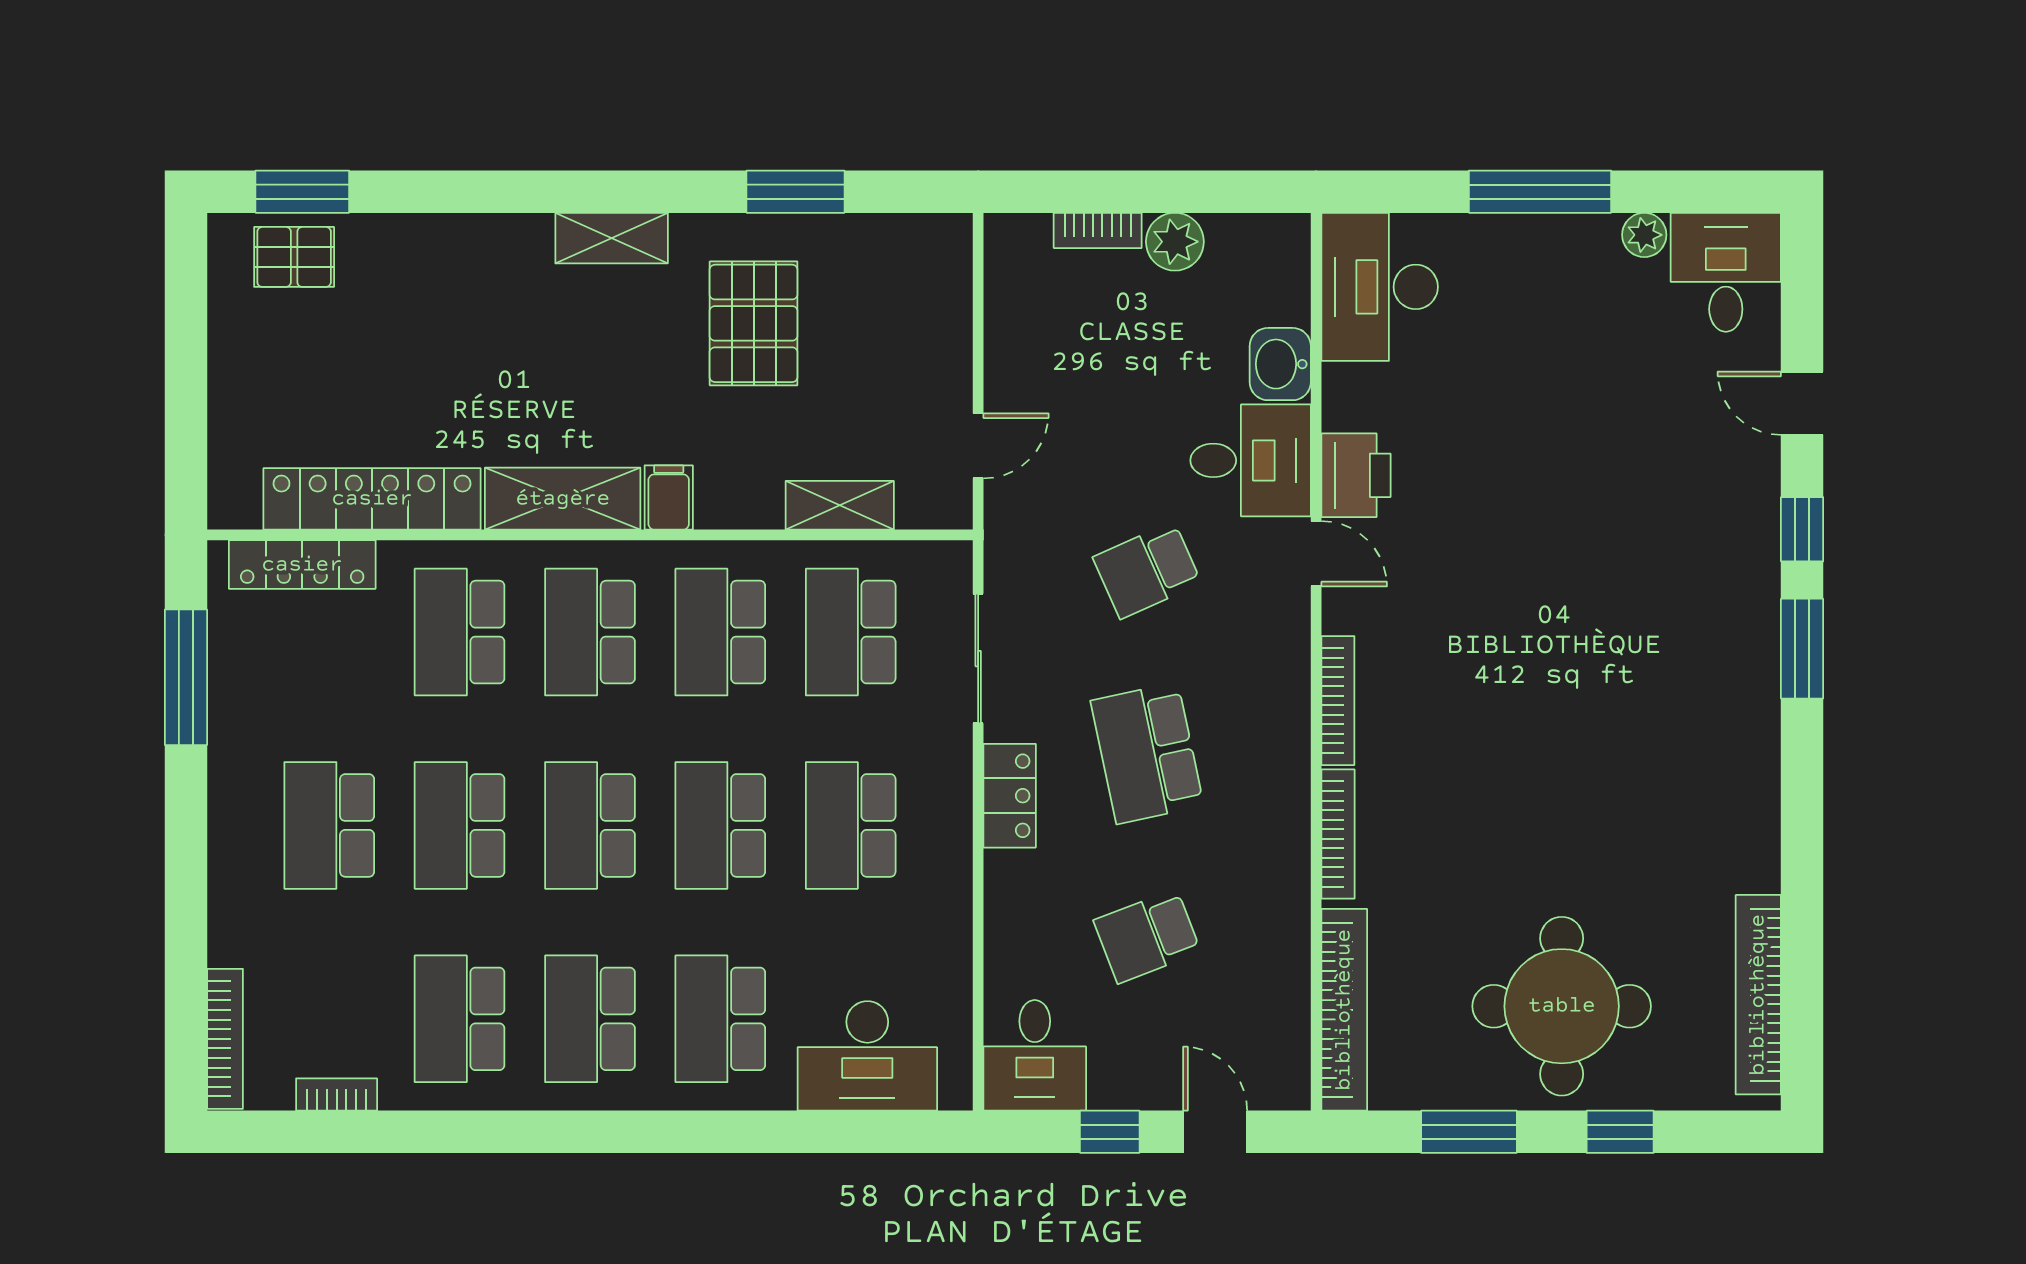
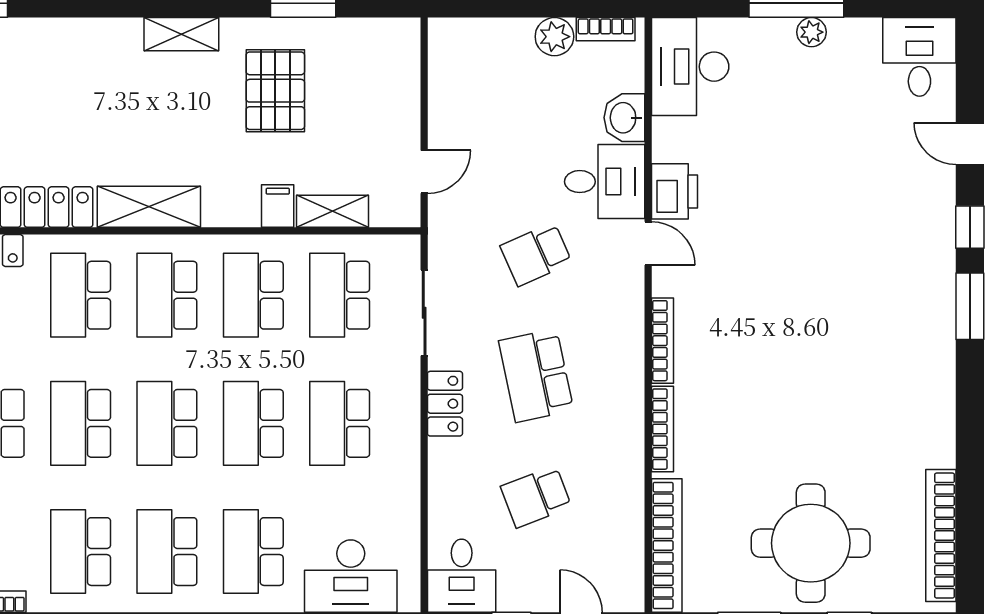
bookcase: (1098, 230) -> (606, 29), moved
plant: (1644, 235) -> (812, 32), moved
filing cabinet: (669, 497) -> (278, 206), moved

